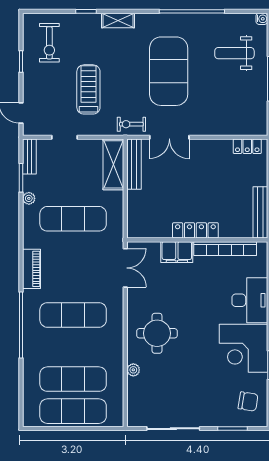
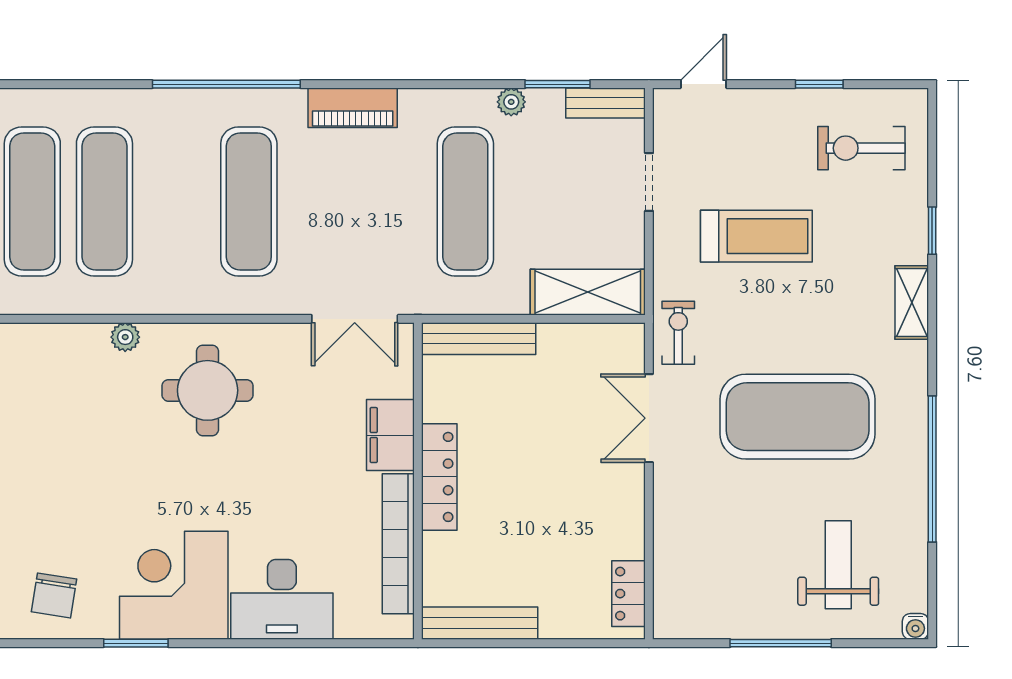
bench: (134, 164) -> (479, 339), moved

